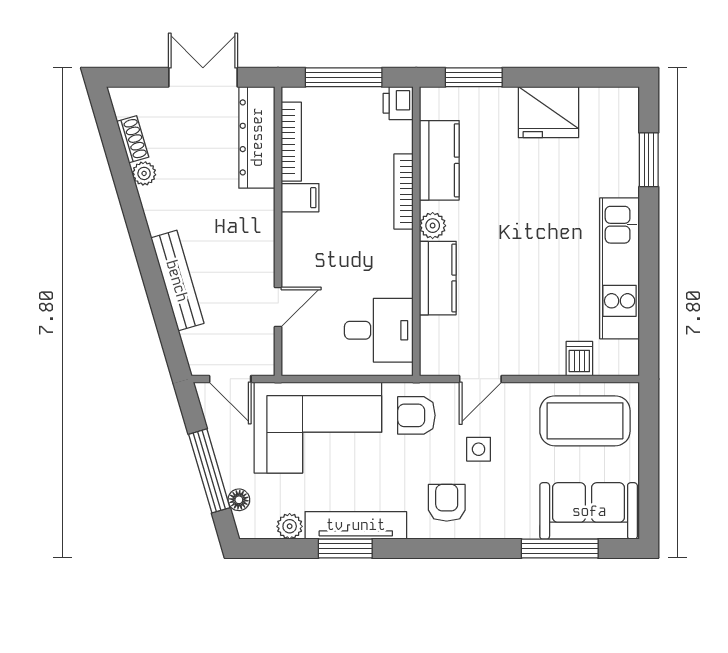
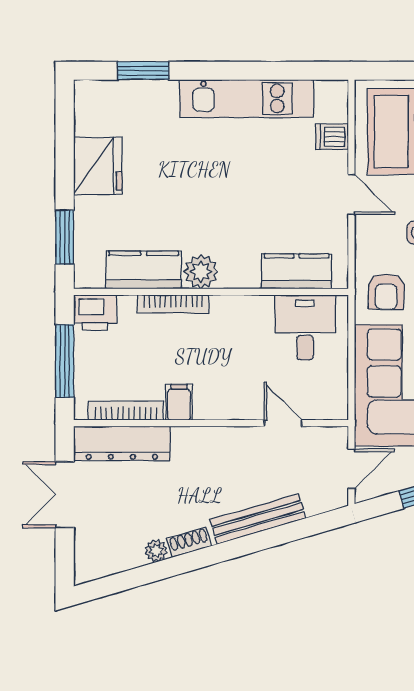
printer: (398, 103) -> (95, 312), width x1.36, depth x1.24
shoe rack: (133, 139) -> (189, 542), moved
plant: (433, 226) -> (201, 272), width x1.38, depth x1.38
kitchen counter: (438, 278) -> (296, 271), moved
door: (480, 379) -> (351, 195), moved

